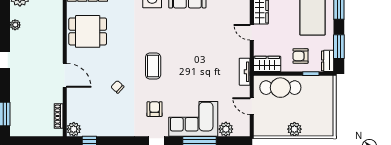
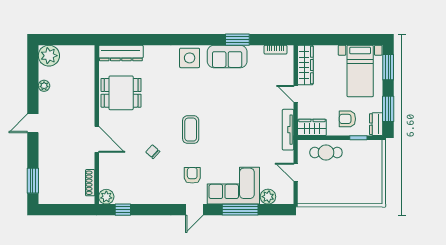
tv unit: (245, 72) -> (288, 130), width x1.41
cafe table: (280, 88) -> (326, 153), width x0.73, depth x0.74
plant: (294, 129) -> (341, 197), removed

